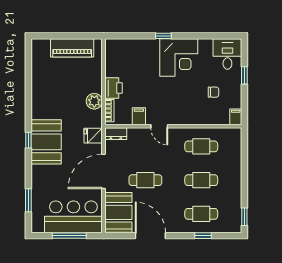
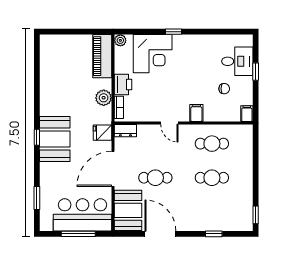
plant: (111, 44) -> (120, 40), added
piano: (72, 48) -> (102, 56), moved, turned 90
desk: (227, 54) -> (237, 61), moved, turned 90
corner desk: (179, 58) -> (153, 54), moved
filing cabinet: (139, 116) -> (196, 113), moved
cafe table: (201, 214) -> (212, 212), removed

